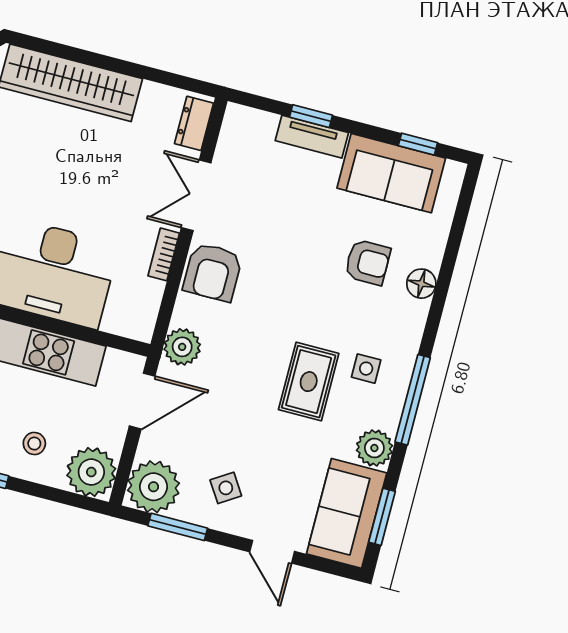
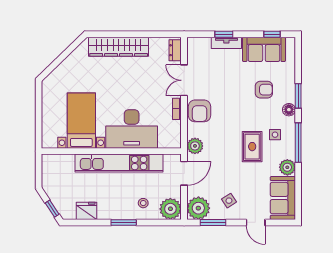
floor lamp: (421, 284) -> (289, 110), moved
window: (382, 517) -> (298, 96), moved

